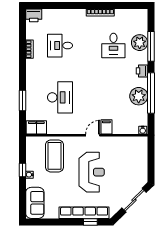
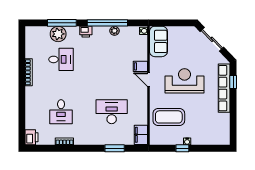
plant: (139, 96) -> (114, 31), width x0.53, depth x0.53
sofa: (35, 203) -> (158, 41), moved, turned 90

